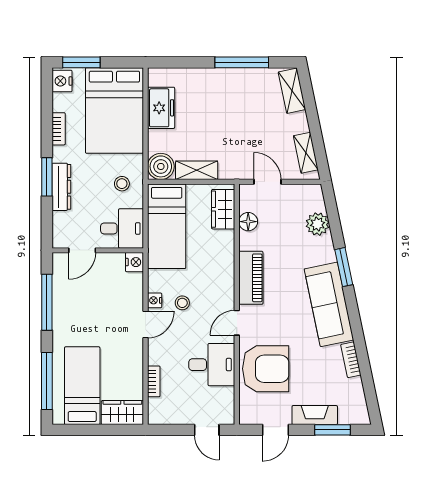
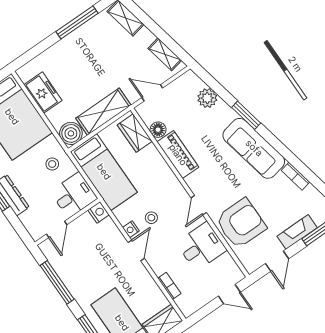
shelving: (197, 170) -> (103, 112), width x1.50, depth x1.33
piano: (251, 278) -> (178, 155), moved

